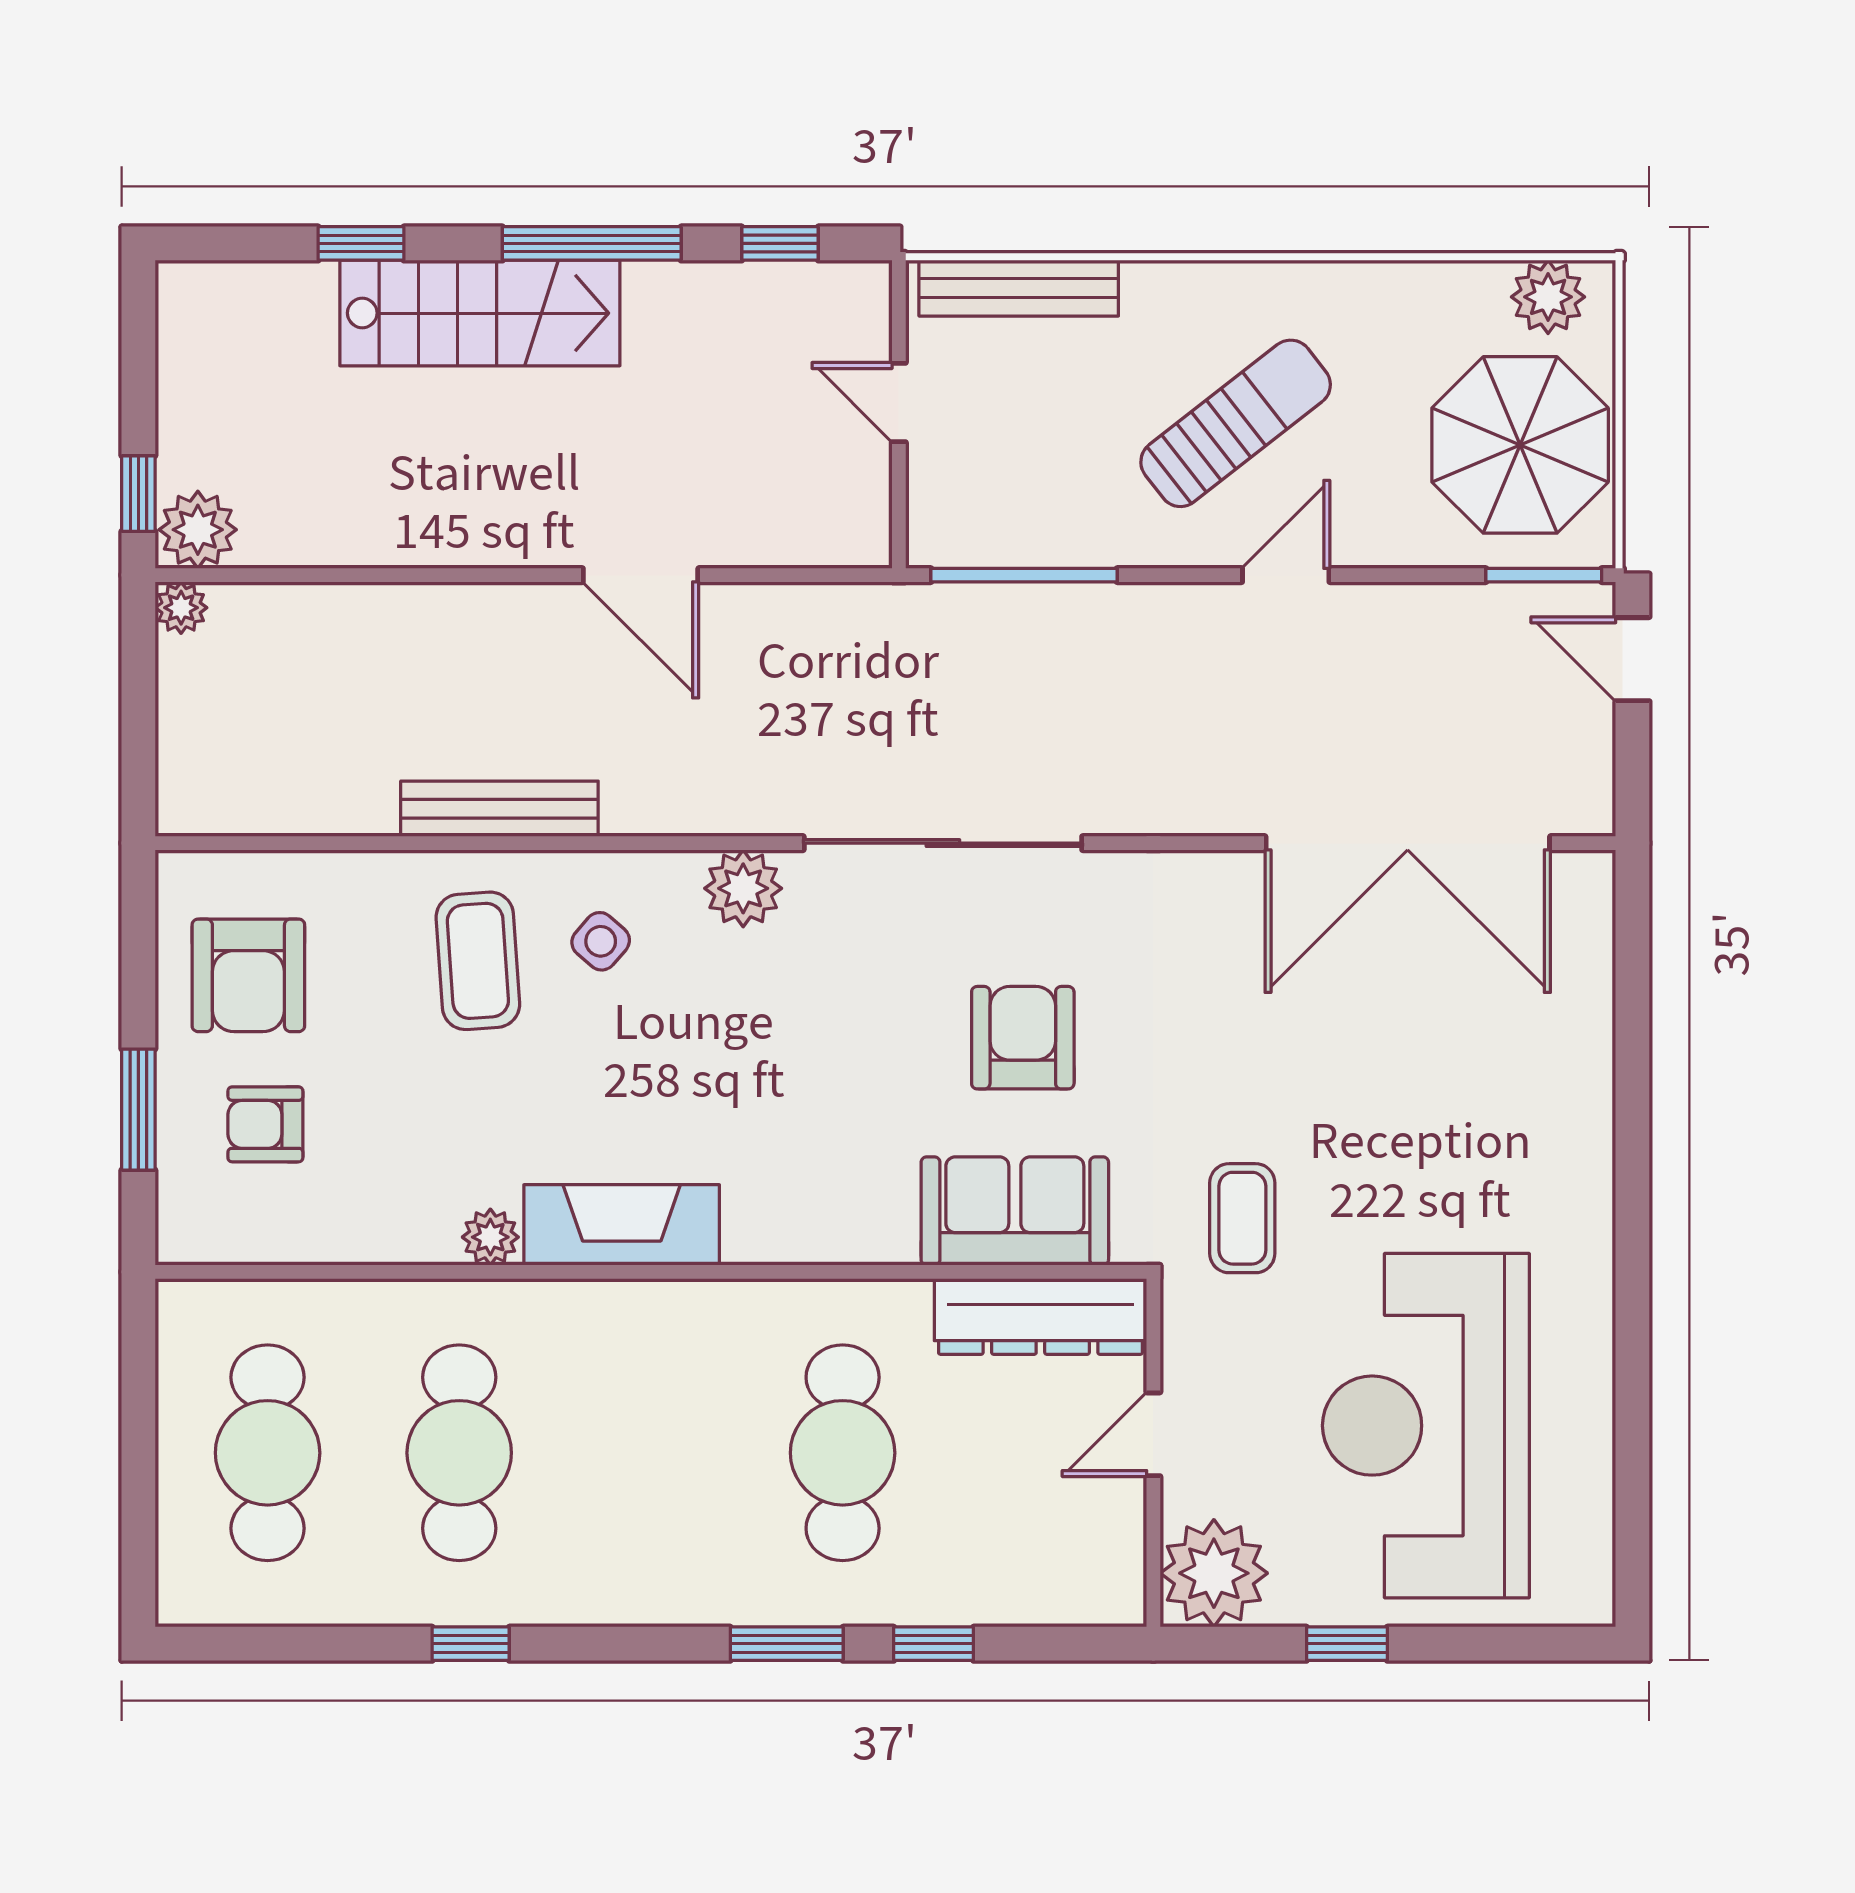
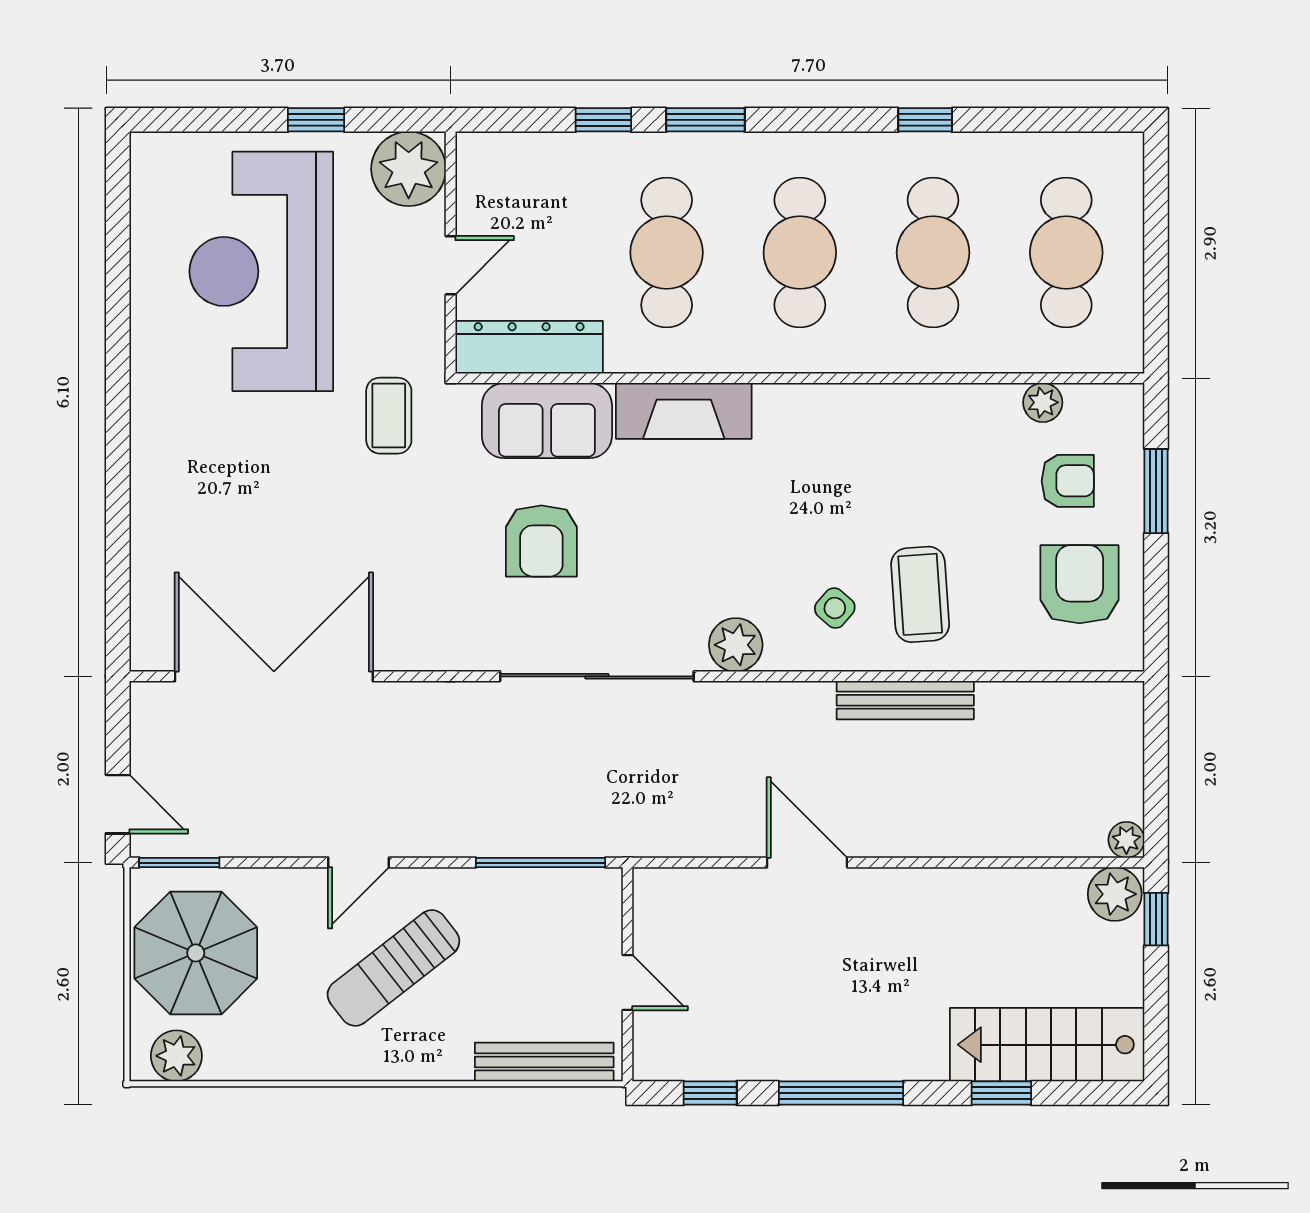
stairs: (480, 313) -> (1047, 1045), moved
fireplace: (622, 1225) -> (684, 411), moved
plant: (490, 1237) -> (1043, 402), moved
reception desk: (1426, 1426) -> (261, 271), turned 180
cafe table: (651, 1453) -> (800, 253), added

